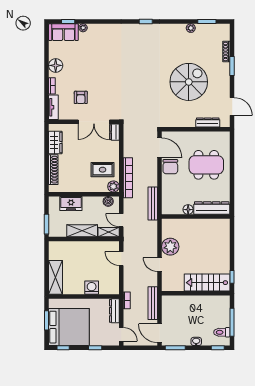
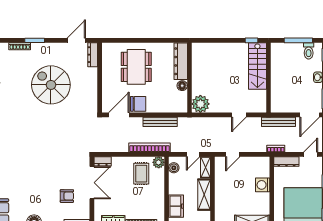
dresser: (208, 122) -> (93, 55), moved
bench: (153, 204) -> (160, 122), moved
plant: (170, 247) -> (200, 104), moved

